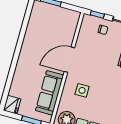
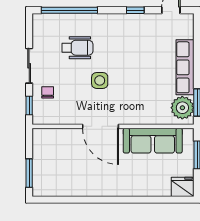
side table: (82, 90) -> (100, 80), moved

